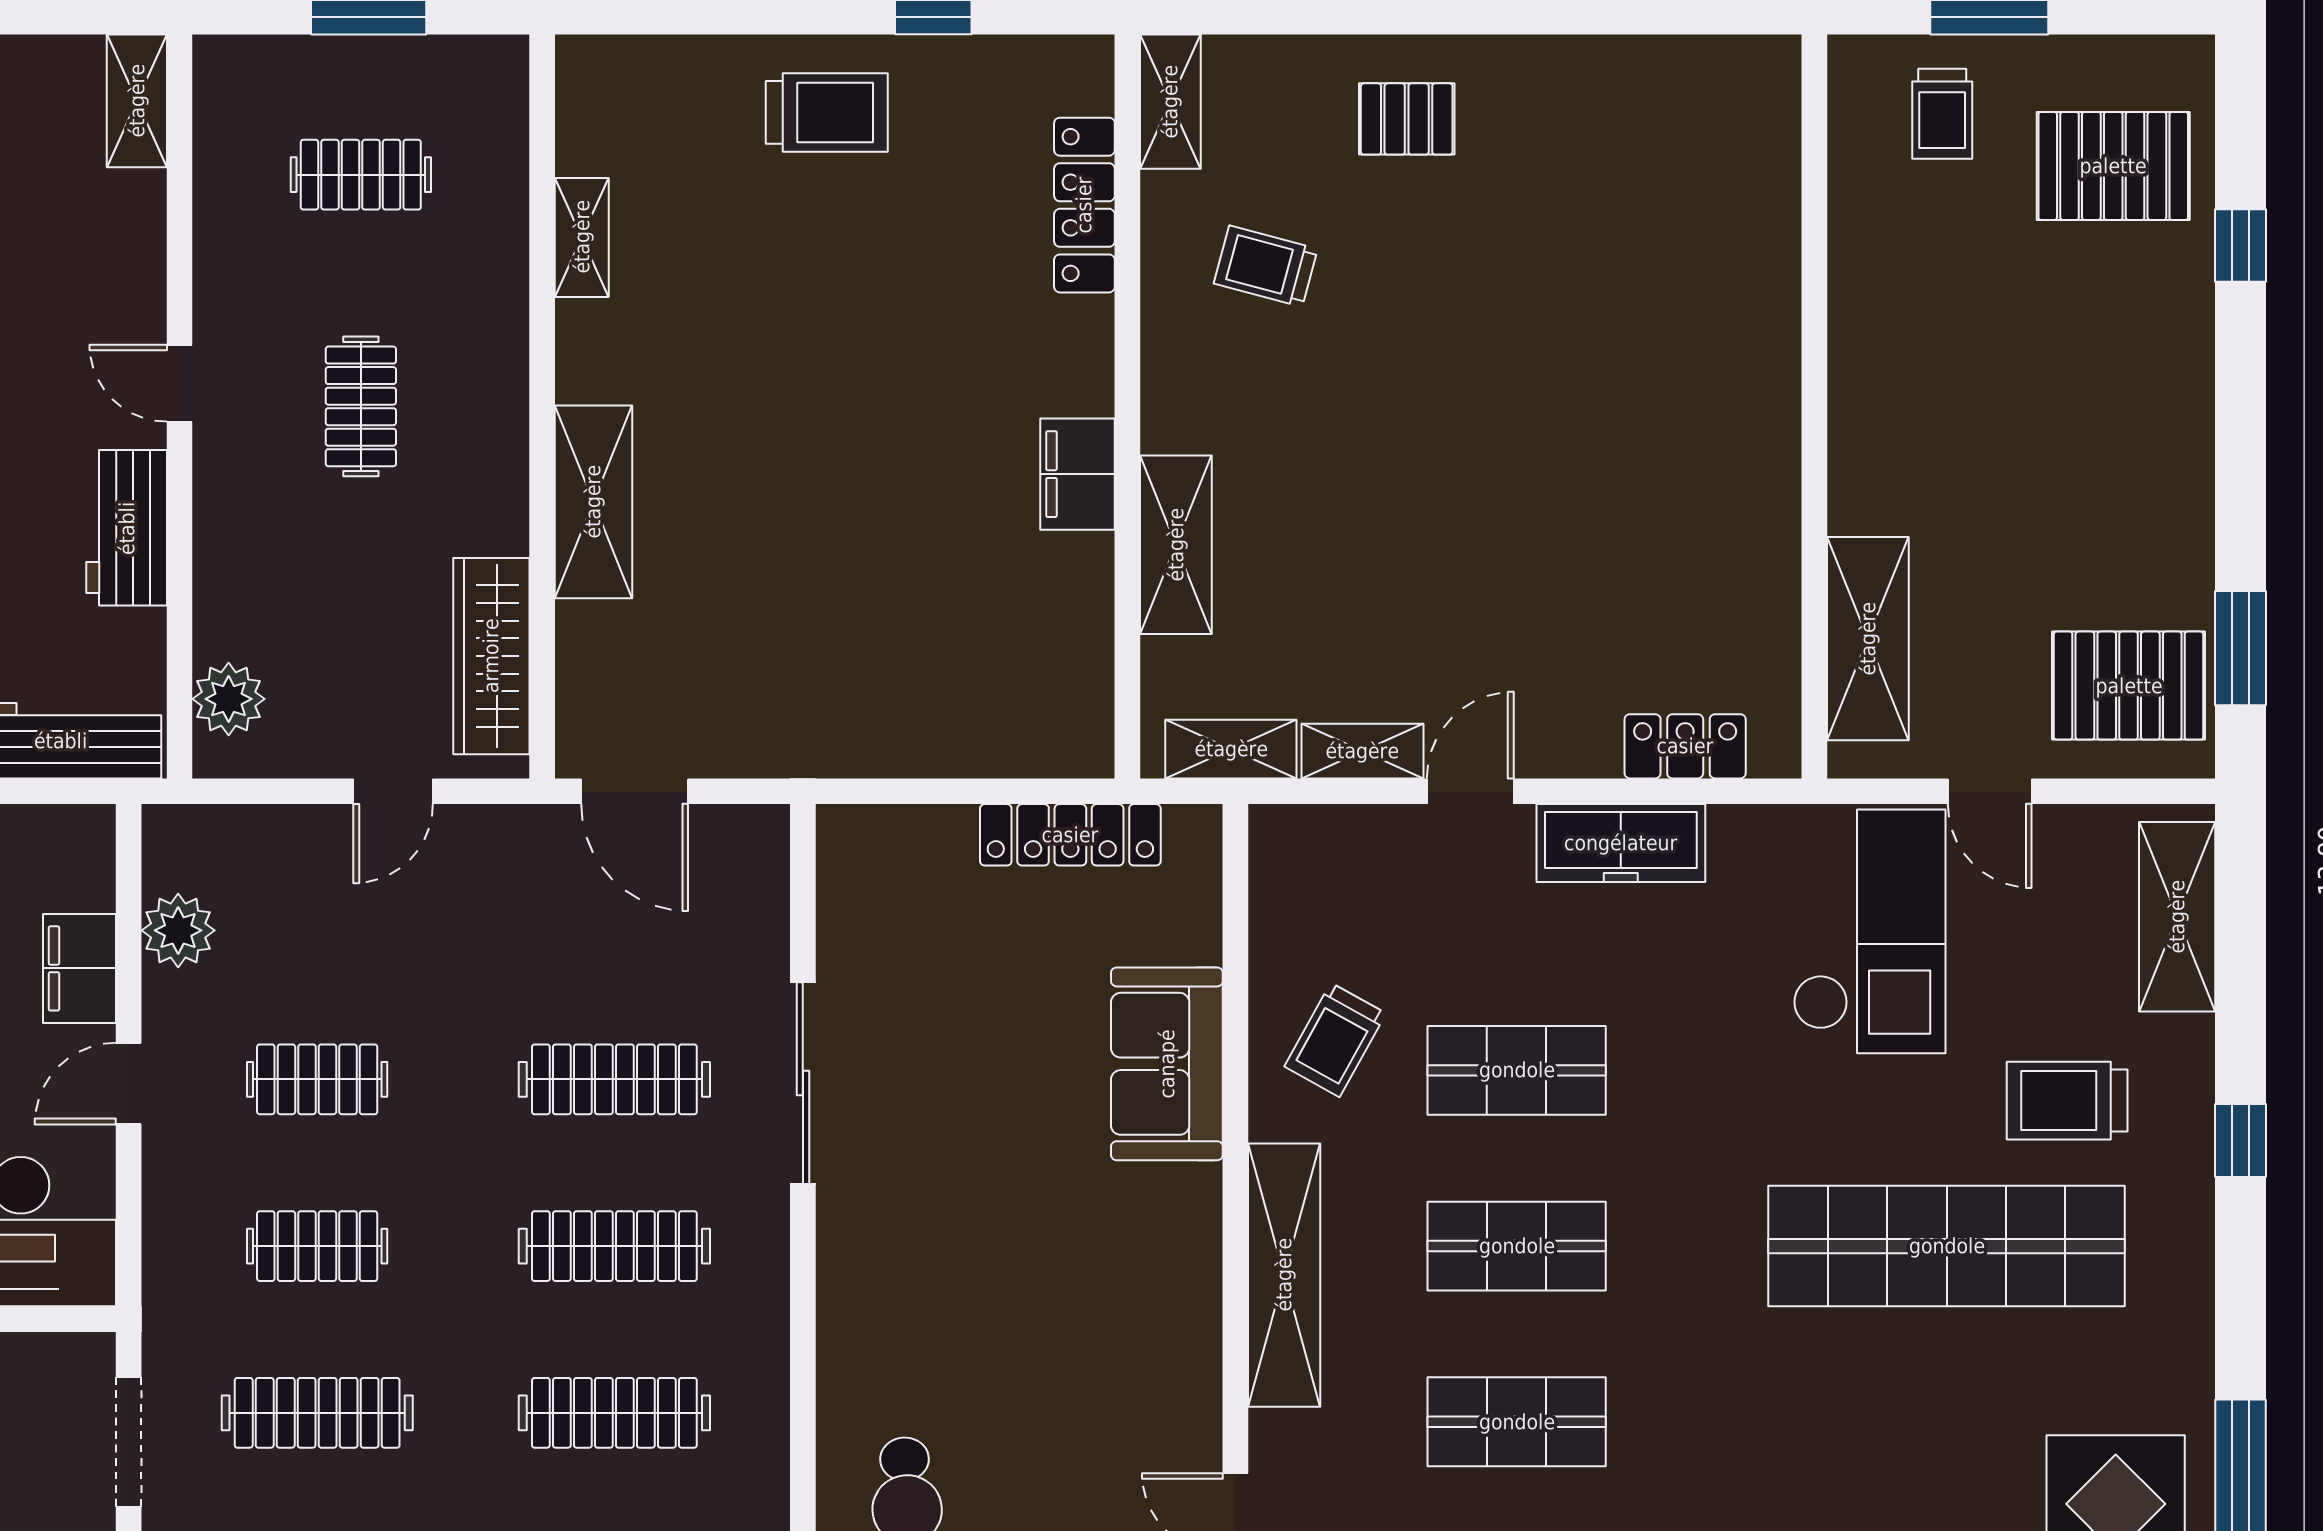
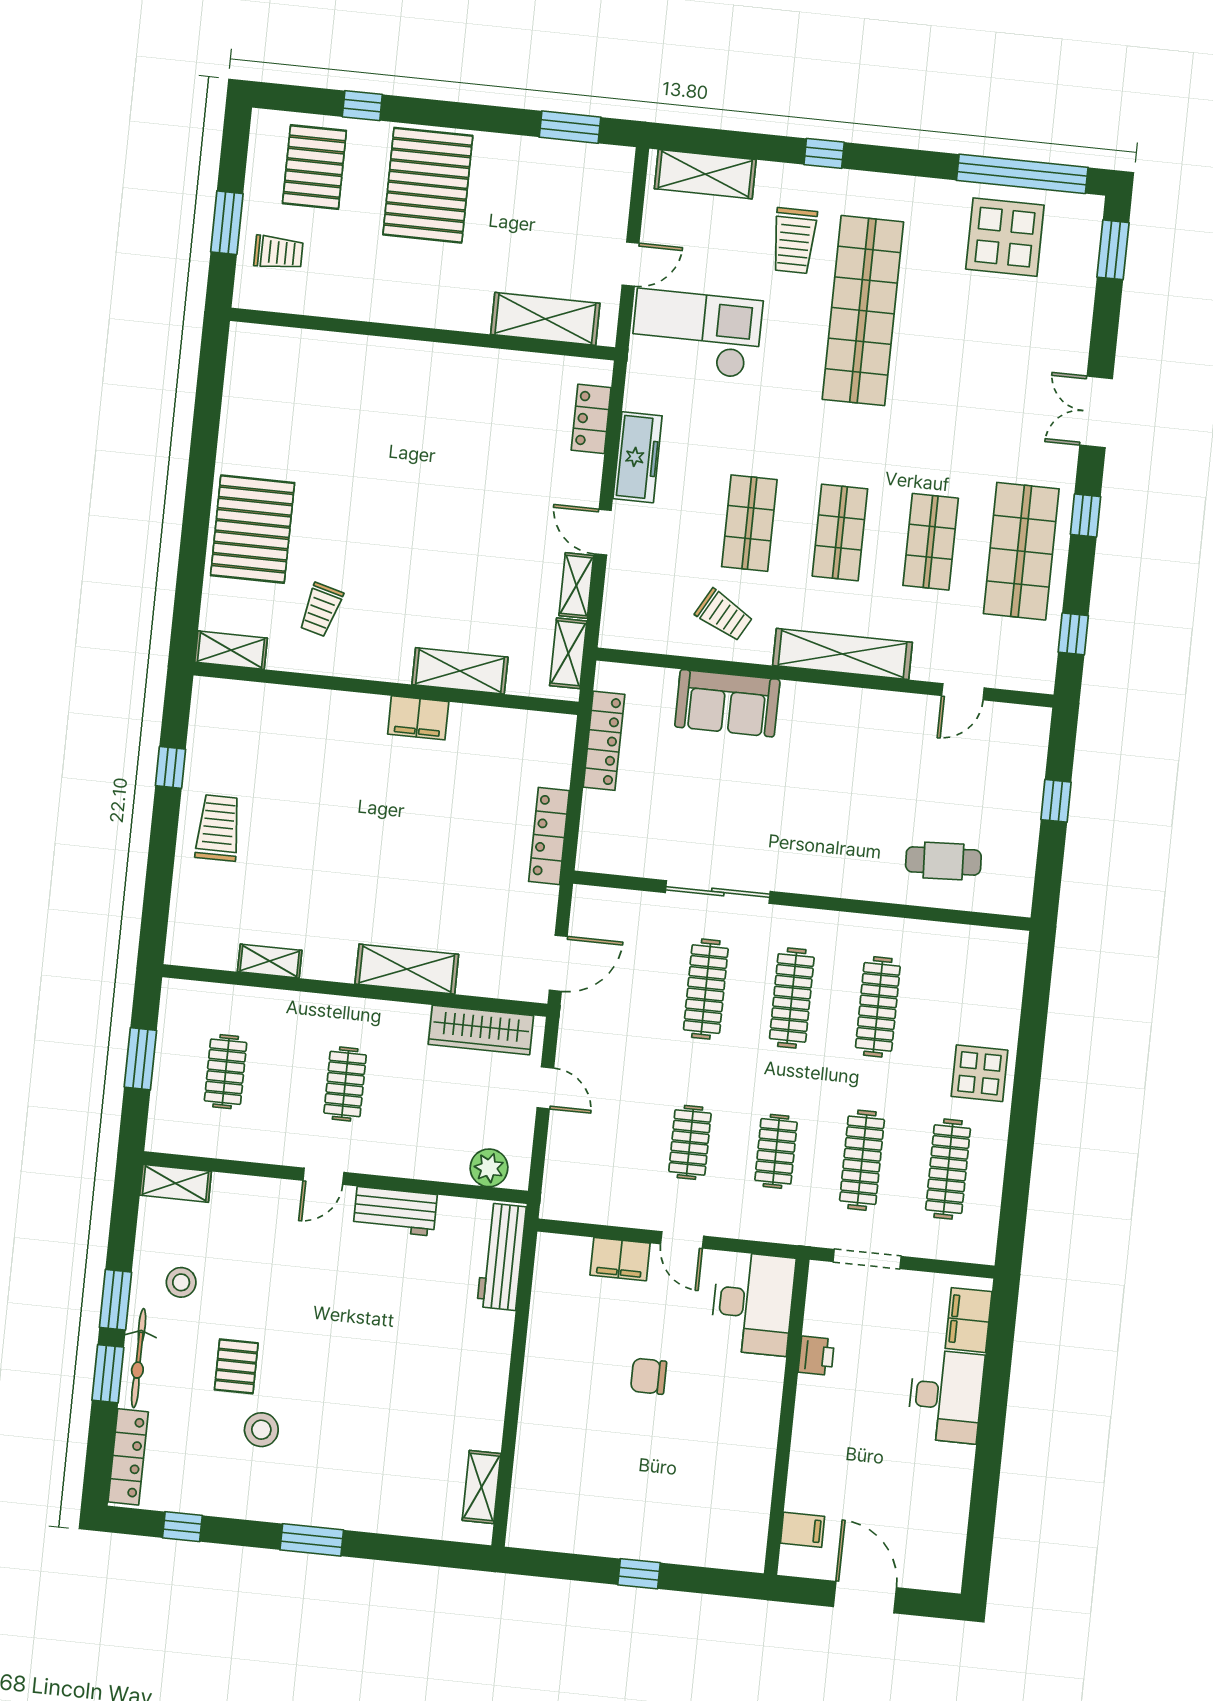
pallet: (1407, 119) -> (253, 529), width x2.05, depth x2.00
locker: (1084, 205) -> (549, 836), moved, turned 90
clothes rail: (361, 406) -> (345, 1084), turned 90
pallet: (2129, 686) -> (428, 185), moved, width x1.37, depth x1.41
plant: (178, 930) -> (606, 1206), removed

